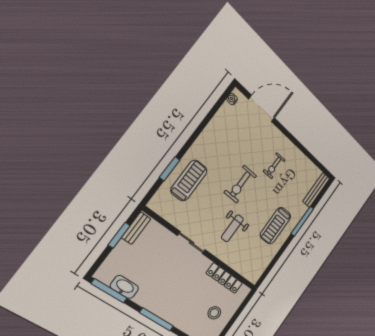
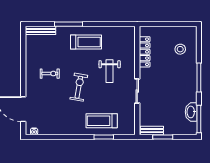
exercise bike: (240, 184) -> (79, 87), turned -80
weight bench: (232, 228) -> (110, 71), turned 90
stool: (214, 313) -> (180, 49), moved

